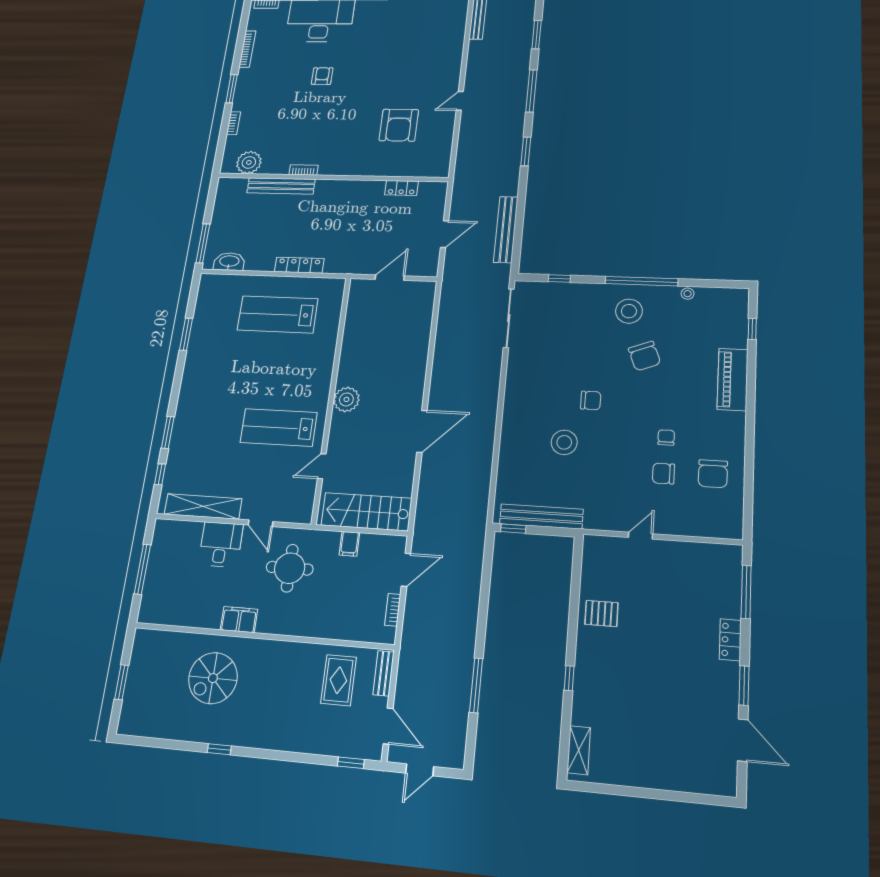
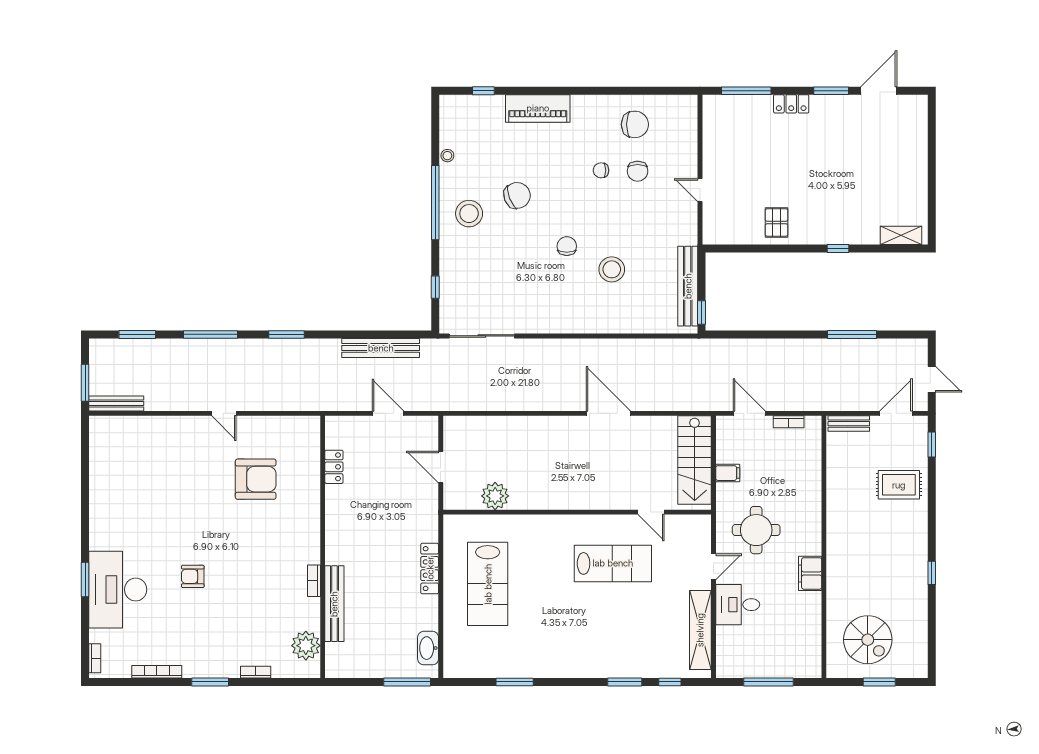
plant: (346, 399) -> (495, 496), moved
lab bench: (279, 427) -> (613, 563), turned -90
spiral stairs: (213, 678) -> (868, 640), moved
rug: (338, 680) -> (899, 485), moved

